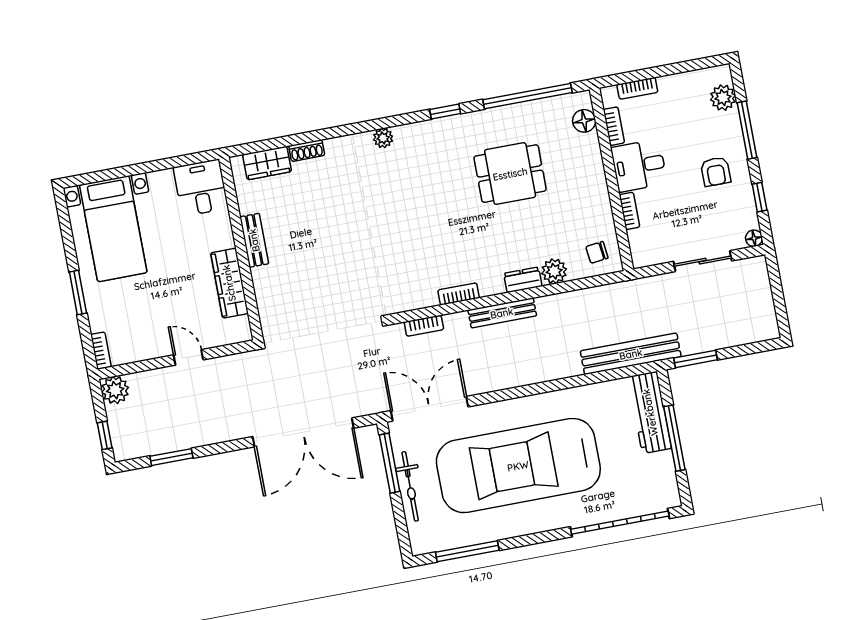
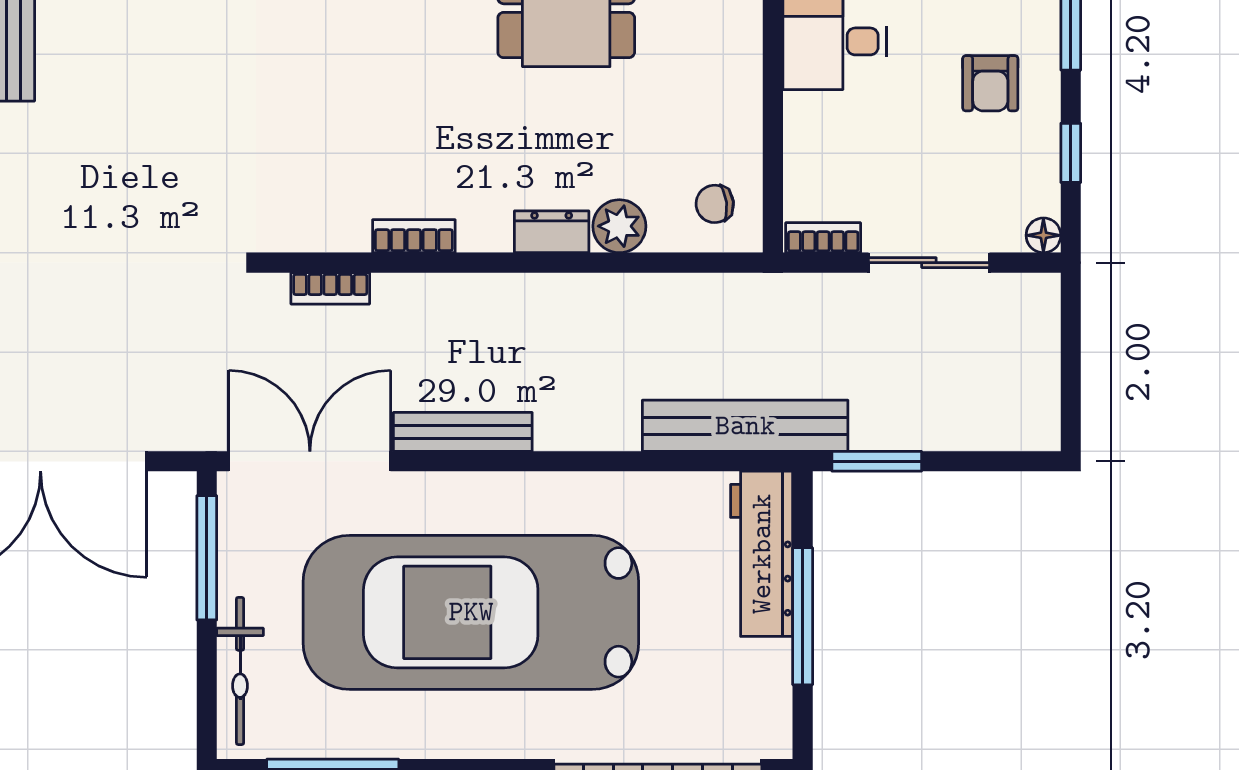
bookcase: (629, 211) -> (823, 238), moved, turned -90
bench: (502, 313) -> (463, 432), moved
bicycle: (410, 486) -> (240, 671), moved

